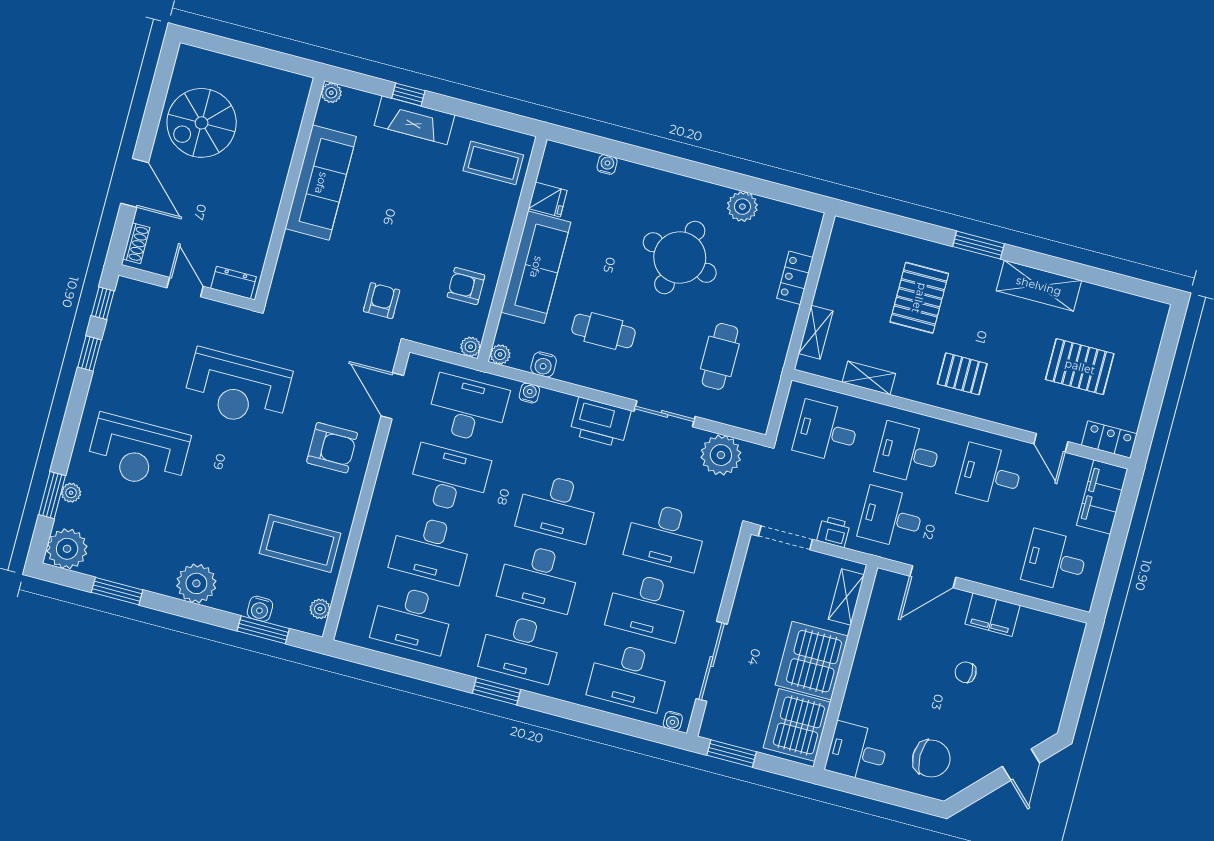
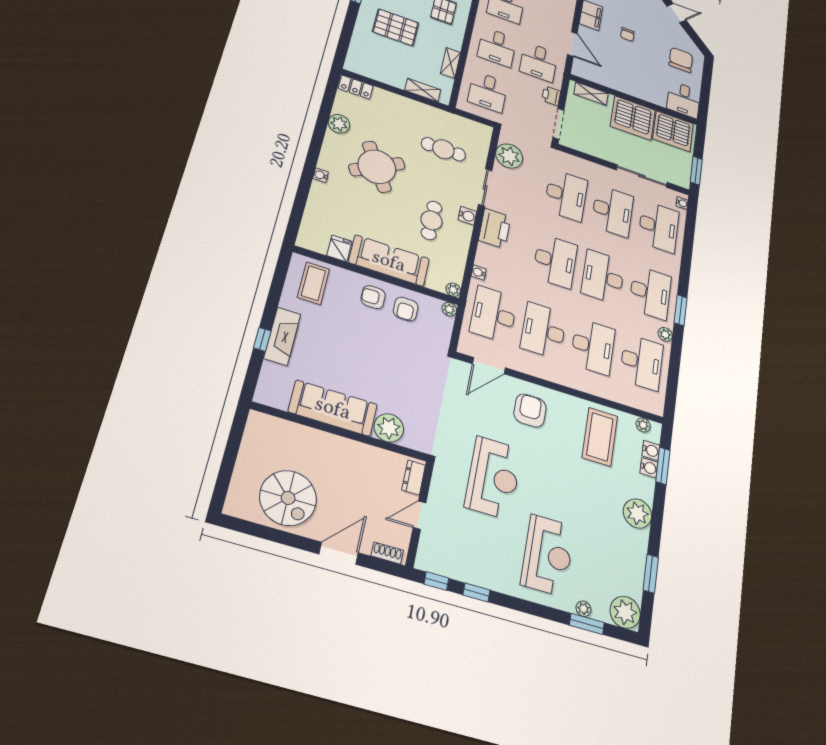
plant: (331, 93) -> (389, 428), moved, width x1.88, depth x1.88
water cooler: (607, 164) -> (321, 175), moved
round table: (680, 257) -> (377, 167), turned 45
locker: (795, 278) -> (356, 87), moved
armchair: (382, 301) -> (373, 297), moved
water cooler: (544, 364) -> (467, 216), moved
desk: (539, 578) -> (603, 277), turned 180
water cooler: (284, 615) -> (651, 450), added
plant: (457, 662) -> (665, 334), added

